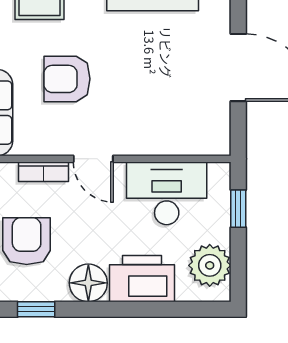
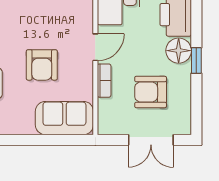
window: (36, 309) -> (196, 60), moved

